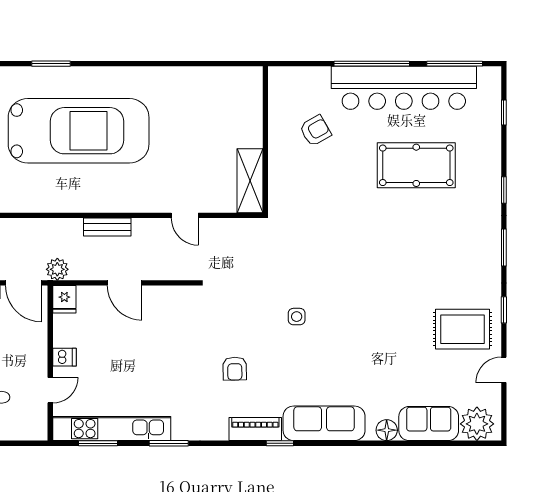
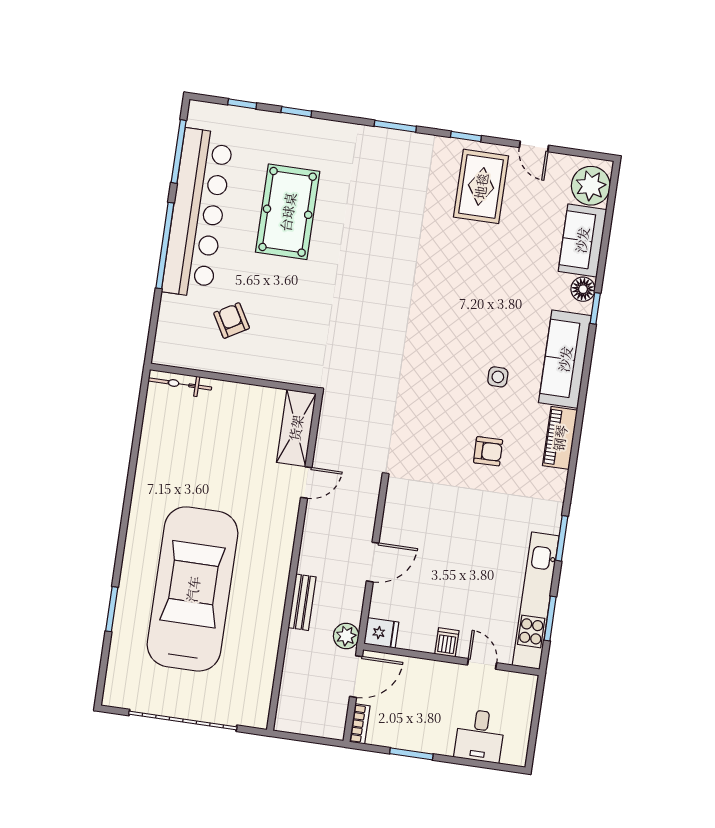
bicycle: (254, 94) -> (180, 384), added
shelving: (250, 181) -> (296, 428), moved, turned 90
window: (504, 190) -> (296, 112), moved
bench: (107, 227) -> (302, 602), moved
side table: (297, 317) -> (498, 377), moved
window: (280, 443) -> (595, 308), moved

